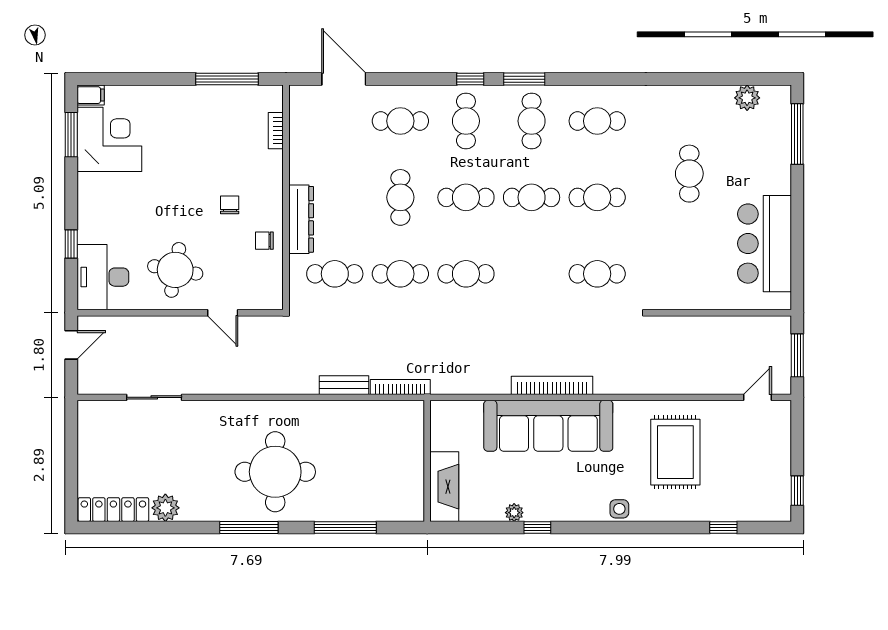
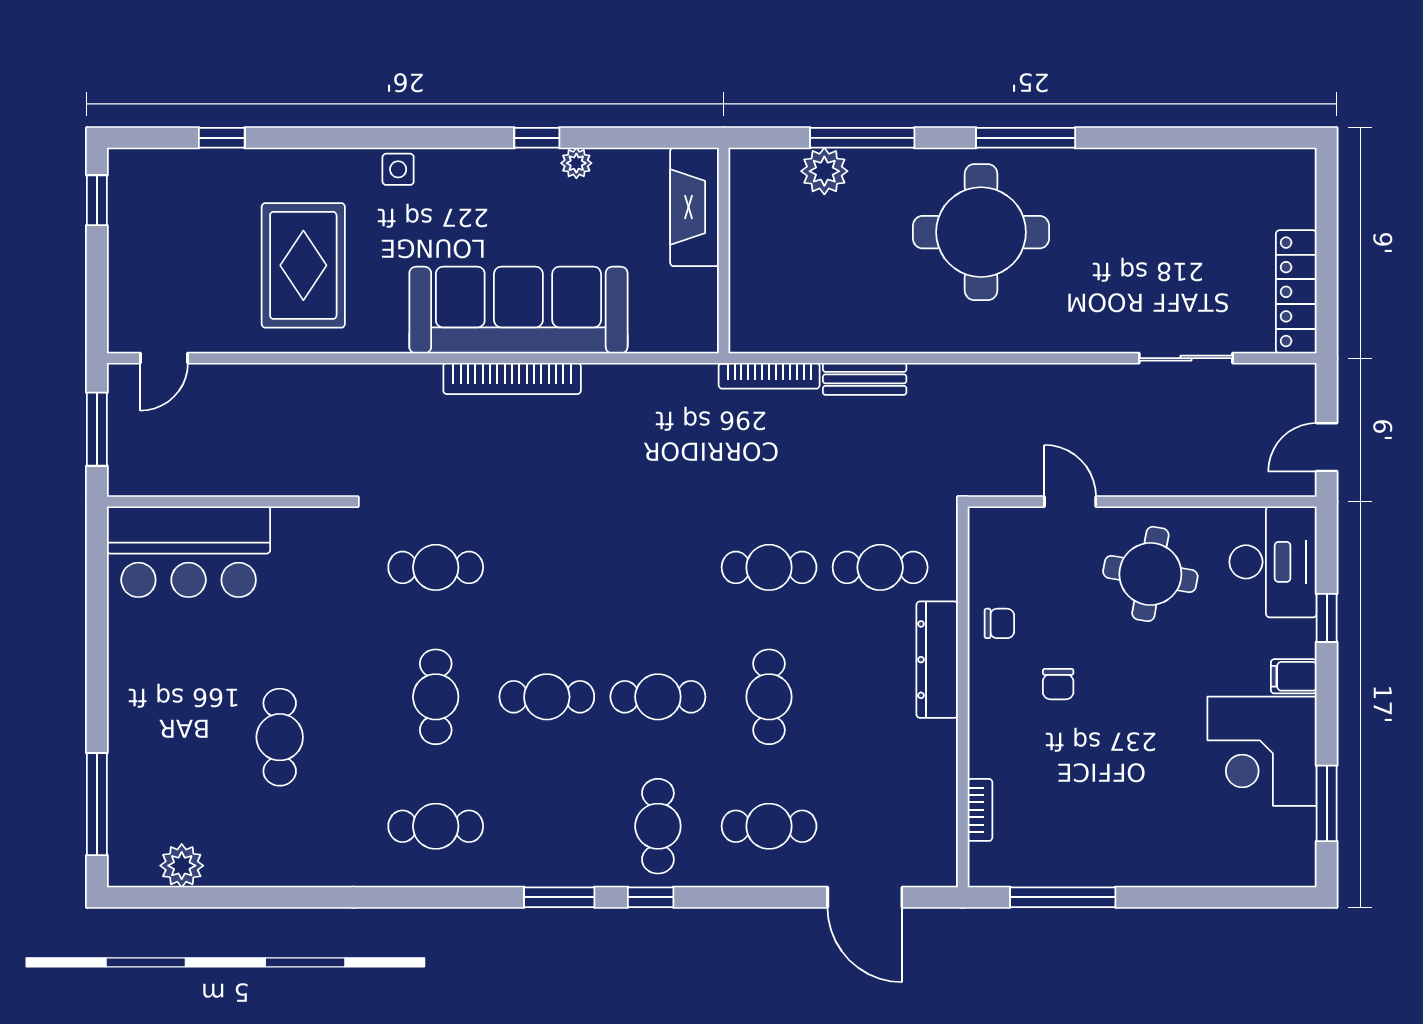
filing cabinet: (91, 95) -> (1294, 676), moved
cafe table: (532, 121) -> (547, 826), removed
corner desk: (109, 139) -> (1262, 751), moved
cafe table: (597, 197) -> (436, 697), turned 90
bar counter: (765, 244) -> (189, 552), moved, turned 90
cafe table: (466, 274) -> (658, 567), removed
plant: (165, 508) -> (824, 171), moved
locker: (113, 510) -> (1296, 292), moved, turned 90

